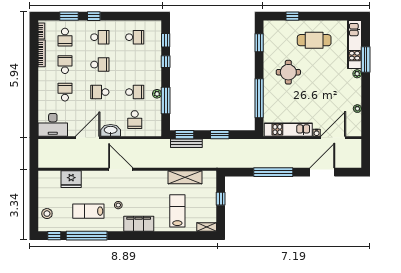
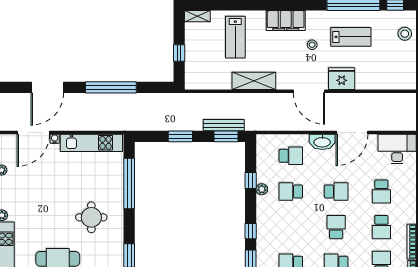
school desk: (100, 65) -> (336, 227), turned 90
window: (166, 101) -> (251, 181), width x0.46
school desk: (135, 120) -> (291, 156), turned 90
shelving: (185, 177) -> (254, 81), moved
fridge: (71, 179) -> (342, 79), moved

